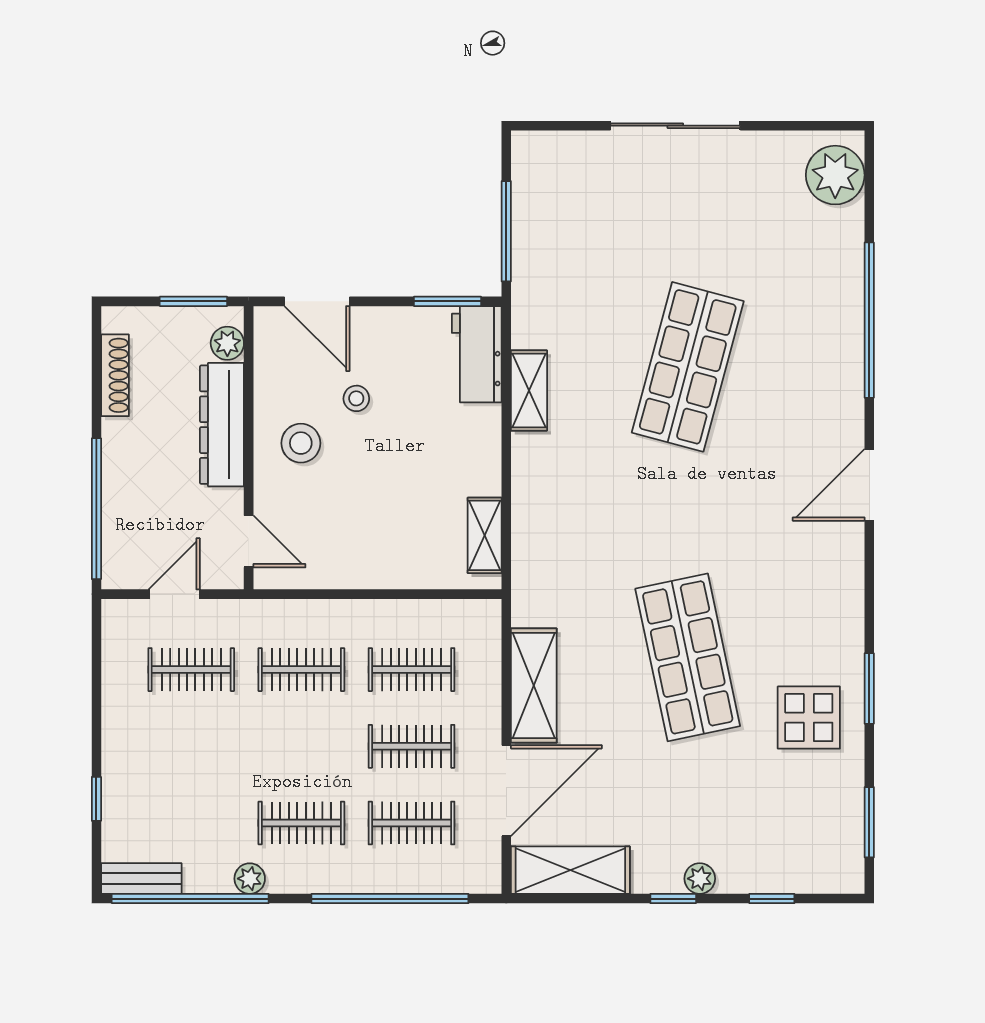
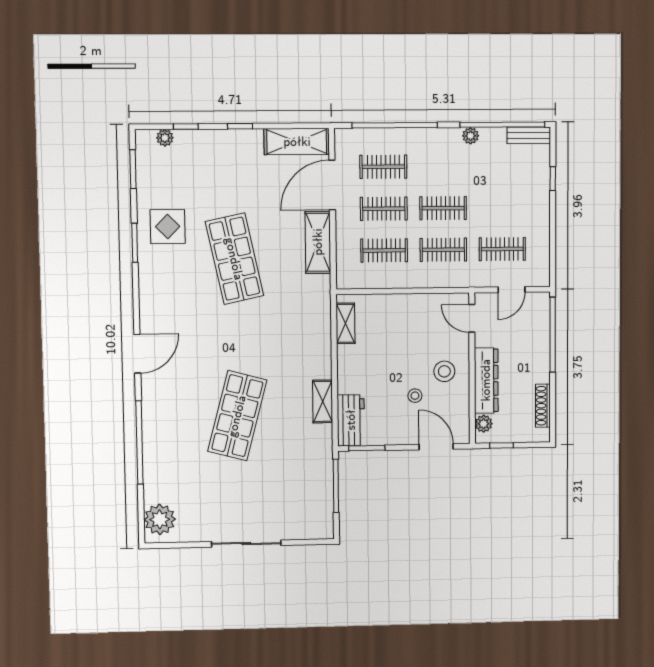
window: (193, 301) -> (502, 445), width x0.67
clothes rail: (301, 823) -> (443, 208), moved
plant: (700, 879) -> (165, 138), moved

